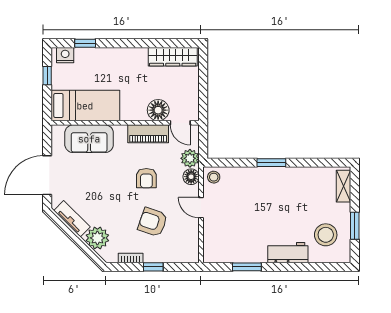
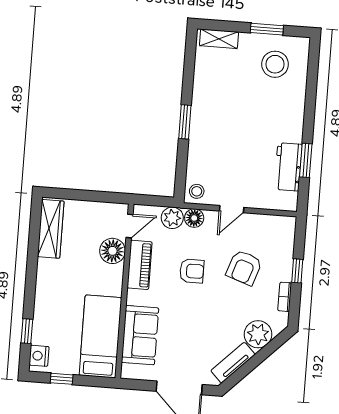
workbench: (288, 253) -> (288, 167), moved

